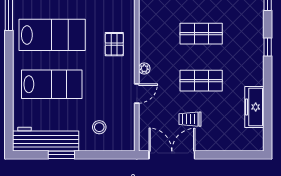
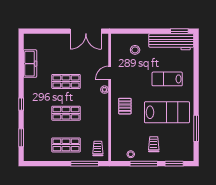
lab bench: (52, 35) -> (167, 112), turned 180
lab bench: (52, 84) -> (167, 79), width x0.73, depth x0.72
trolley: (190, 119) -> (74, 55), removed
window: (61, 155) -> (179, 31), moved

